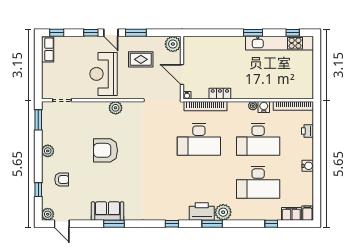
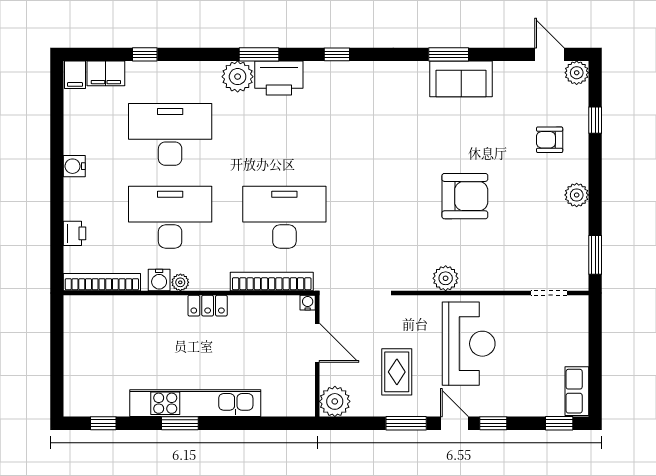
kitchen unit: (279, 43) -> (195, 403), moved
rug: (141, 59) -> (397, 372), turned 90
locker: (220, 94) -> (208, 306), moved

